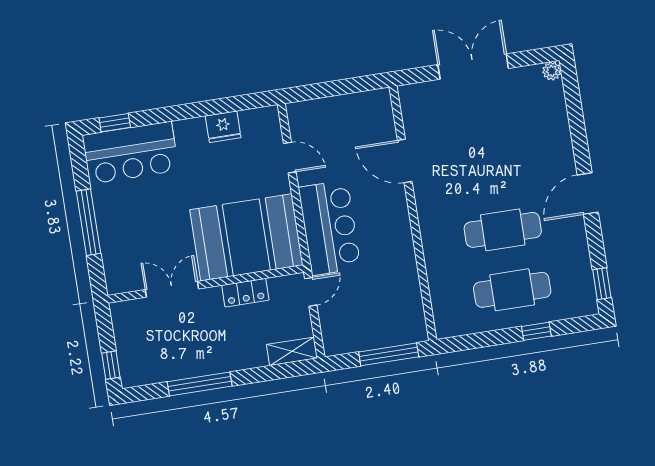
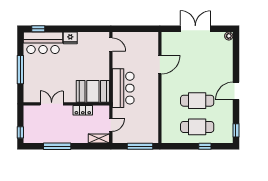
fridge: (223, 127) -> (70, 38), moved
door: (290, 158) -> (111, 44), moved
door: (405, 161) -> (160, 65), swing flipped
booth: (246, 237) -> (93, 91), width x0.73, depth x0.70
door: (311, 292) -> (111, 125), moved

